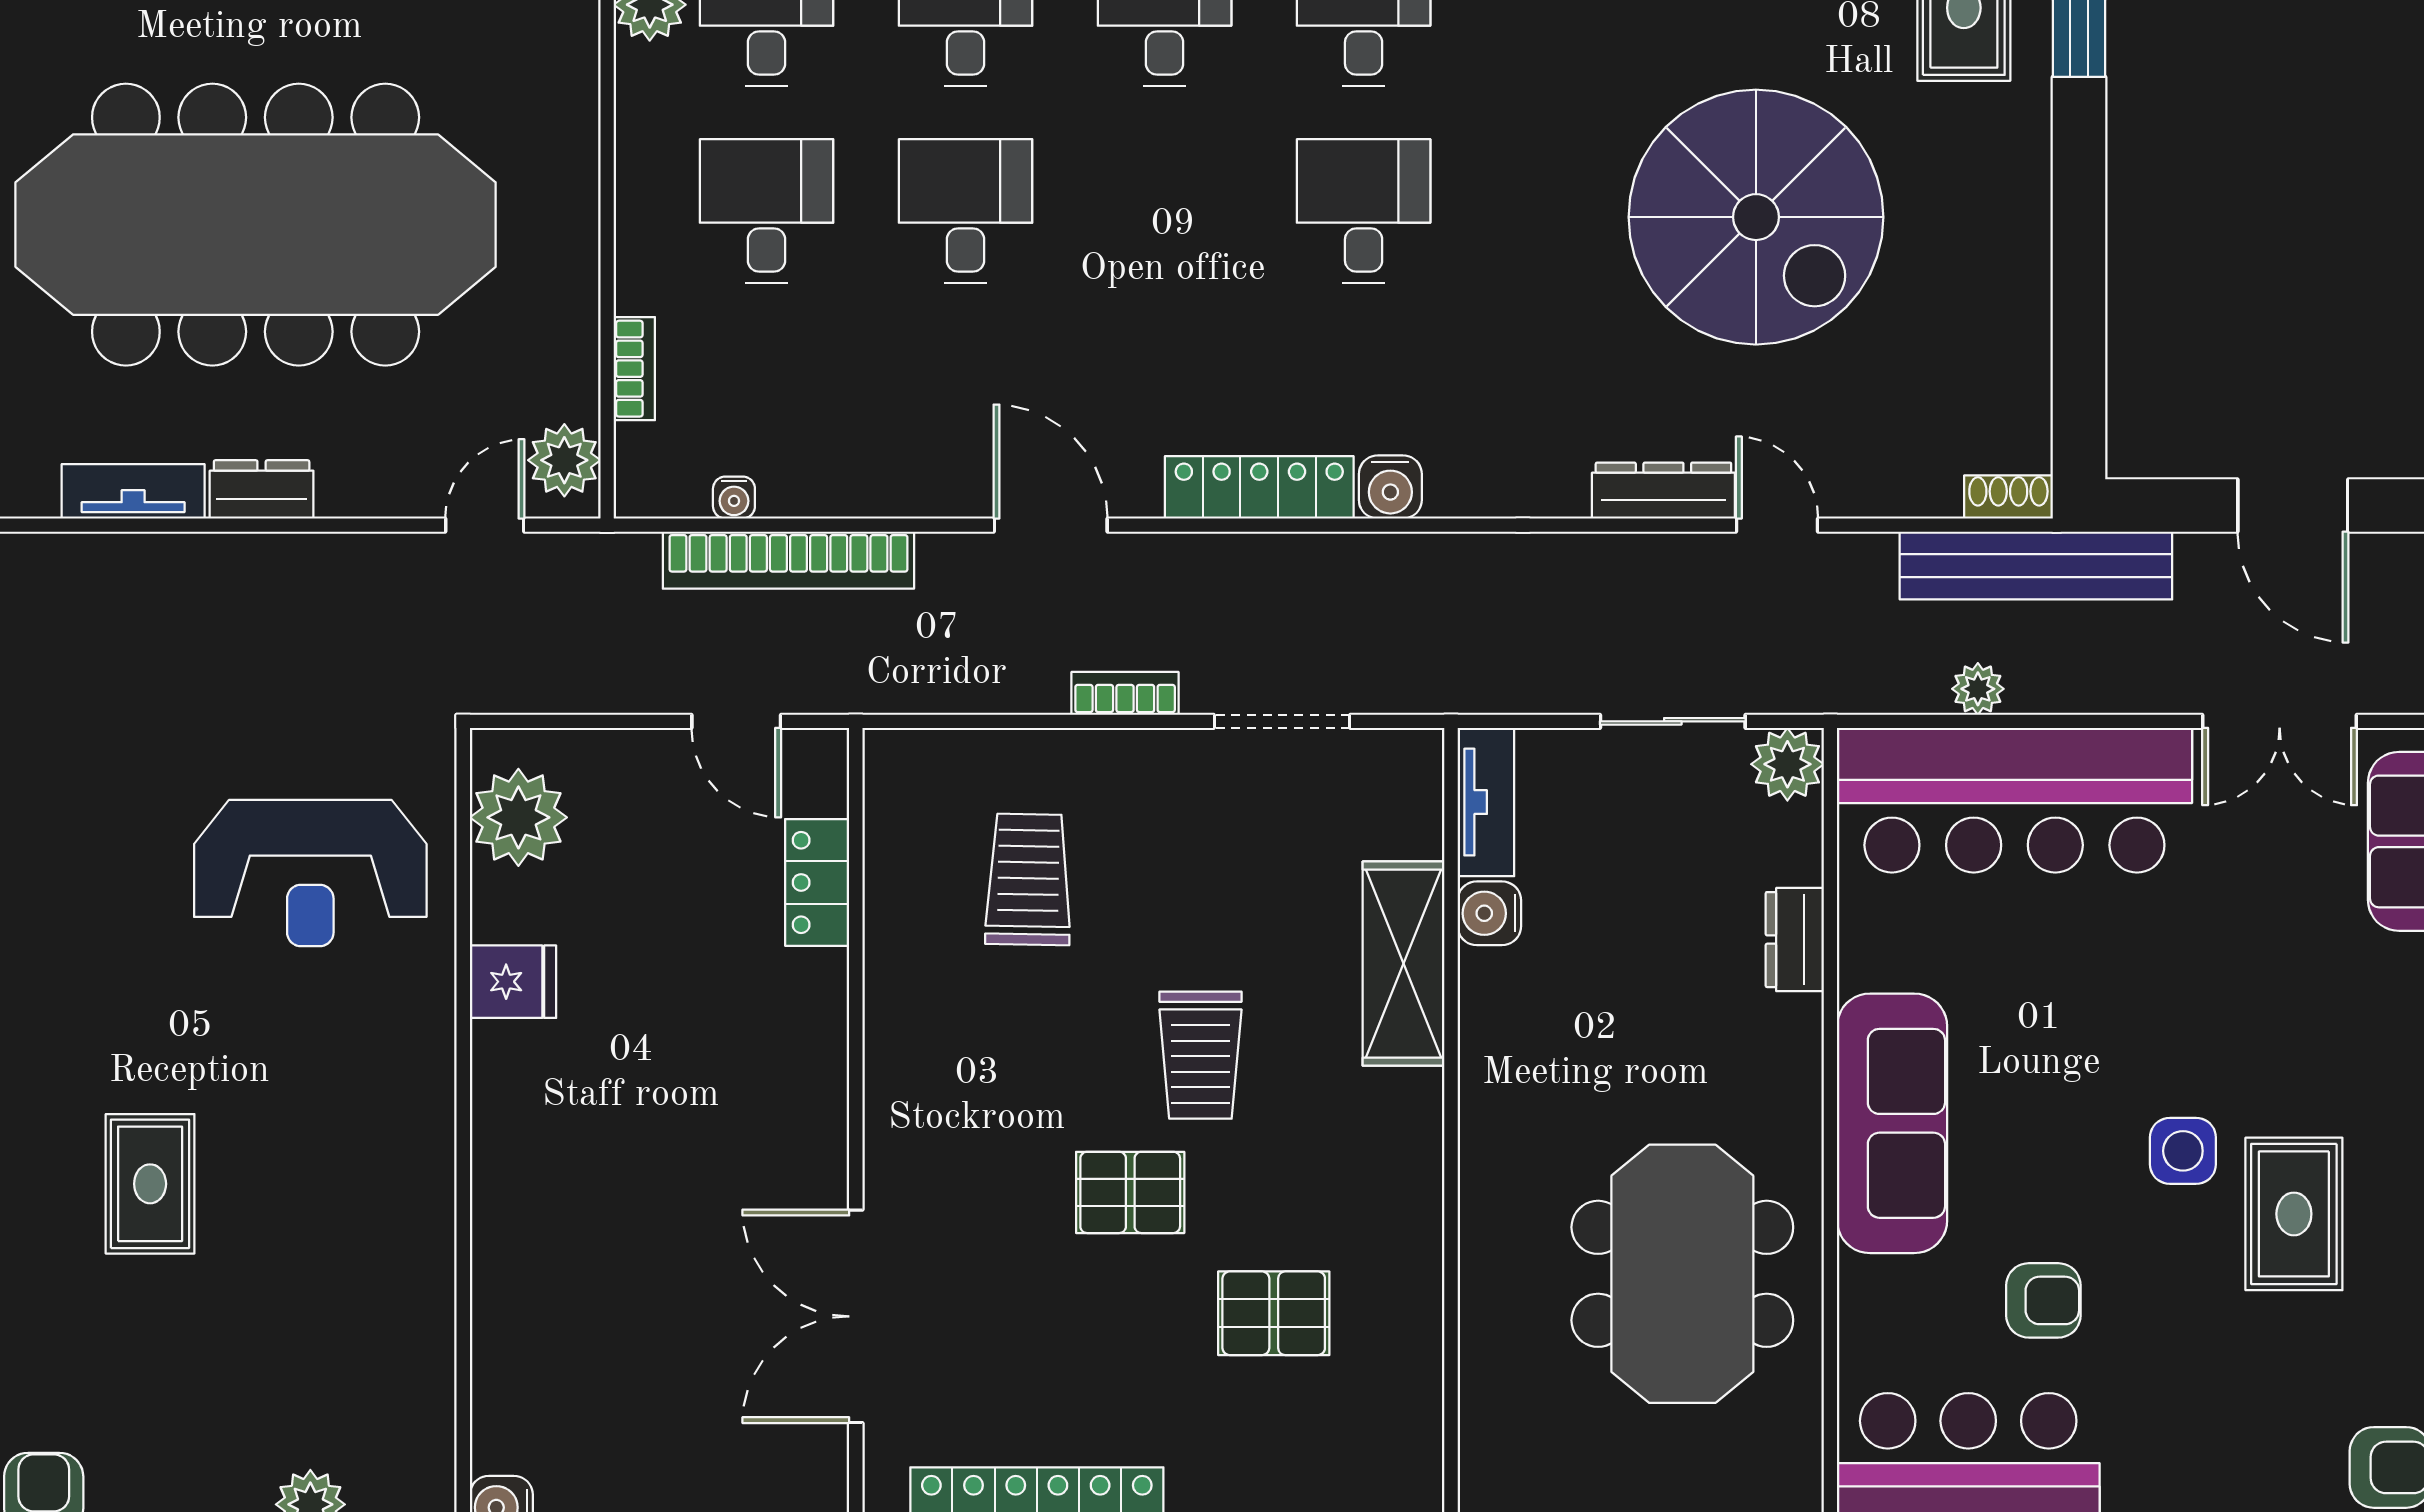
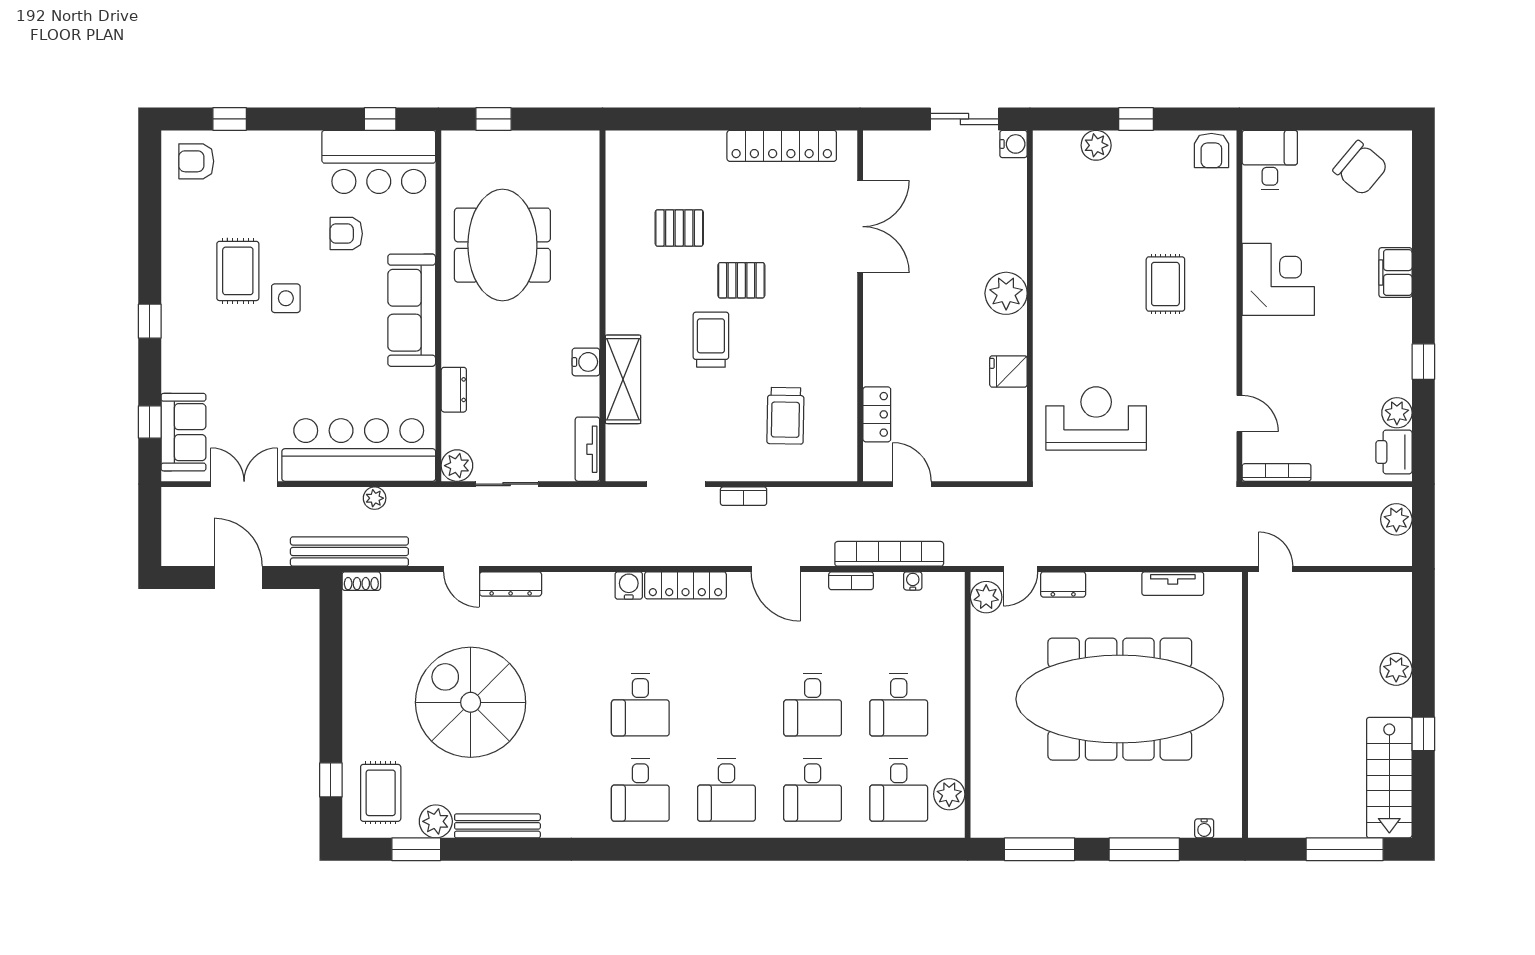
bookcase: (634, 369) -> (851, 581), moved, turned -90
dresser: (262, 489) -> (1063, 584), moved
plant: (518, 817) -> (1006, 293), moved
water cooler: (1489, 913) -> (586, 362), moved

